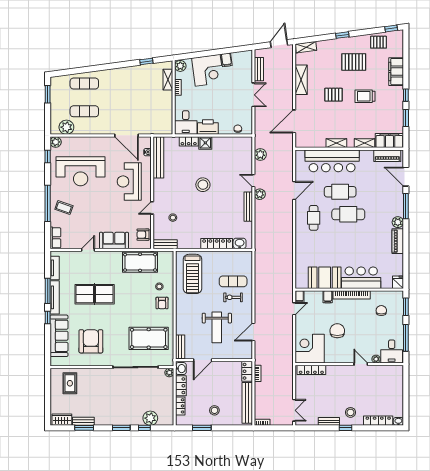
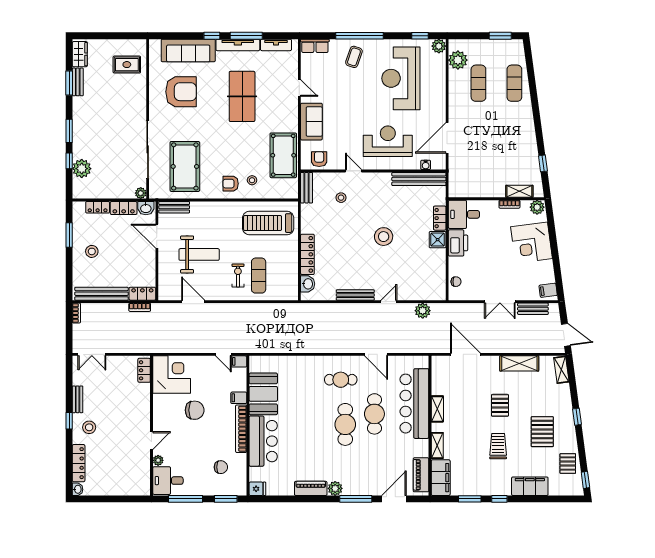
filing cabinet: (227, 60) -> (548, 290), moved
plant: (260, 194) -> (371, 310), removed
weight bench: (217, 327) -> (199, 254), turned 180
locker: (311, 370) -> (144, 370), width x0.66

